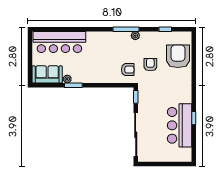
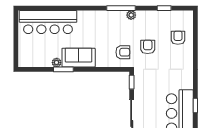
armchair: (178, 56) -> (178, 38), width x0.53, depth x0.53
sofa: (47, 74) -> (79, 58), moved

